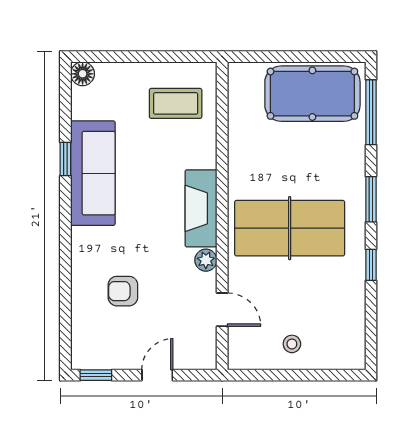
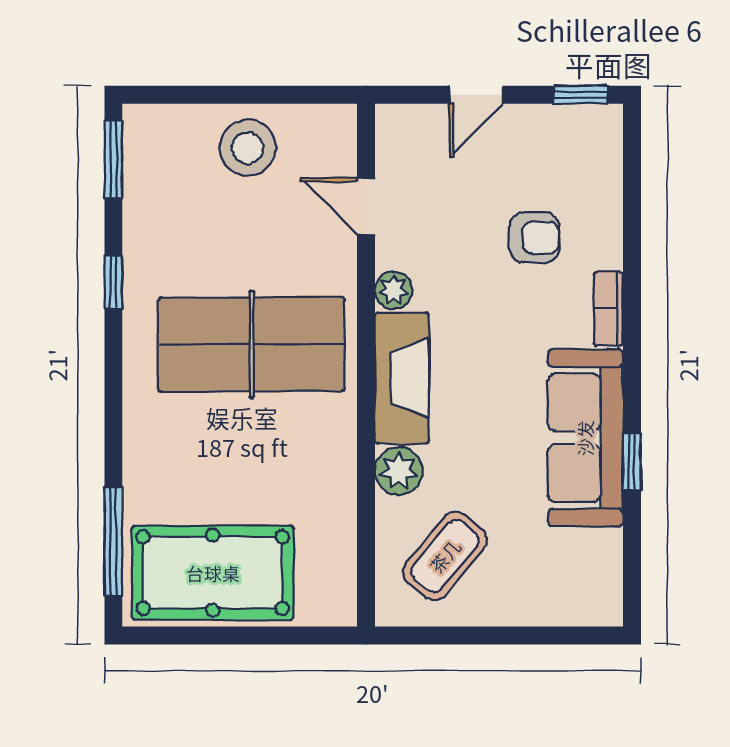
floor lamp: (83, 74) -> (603, 606), removed
coffee table: (176, 103) -> (445, 556), turned -50
plant: (203, 154) -> (399, 471), added
window: (371, 199) -> (113, 159), moved
bookcase: (79, 249) -> (608, 309), added
stool: (292, 344) -> (248, 148), width x1.89, depth x1.89

